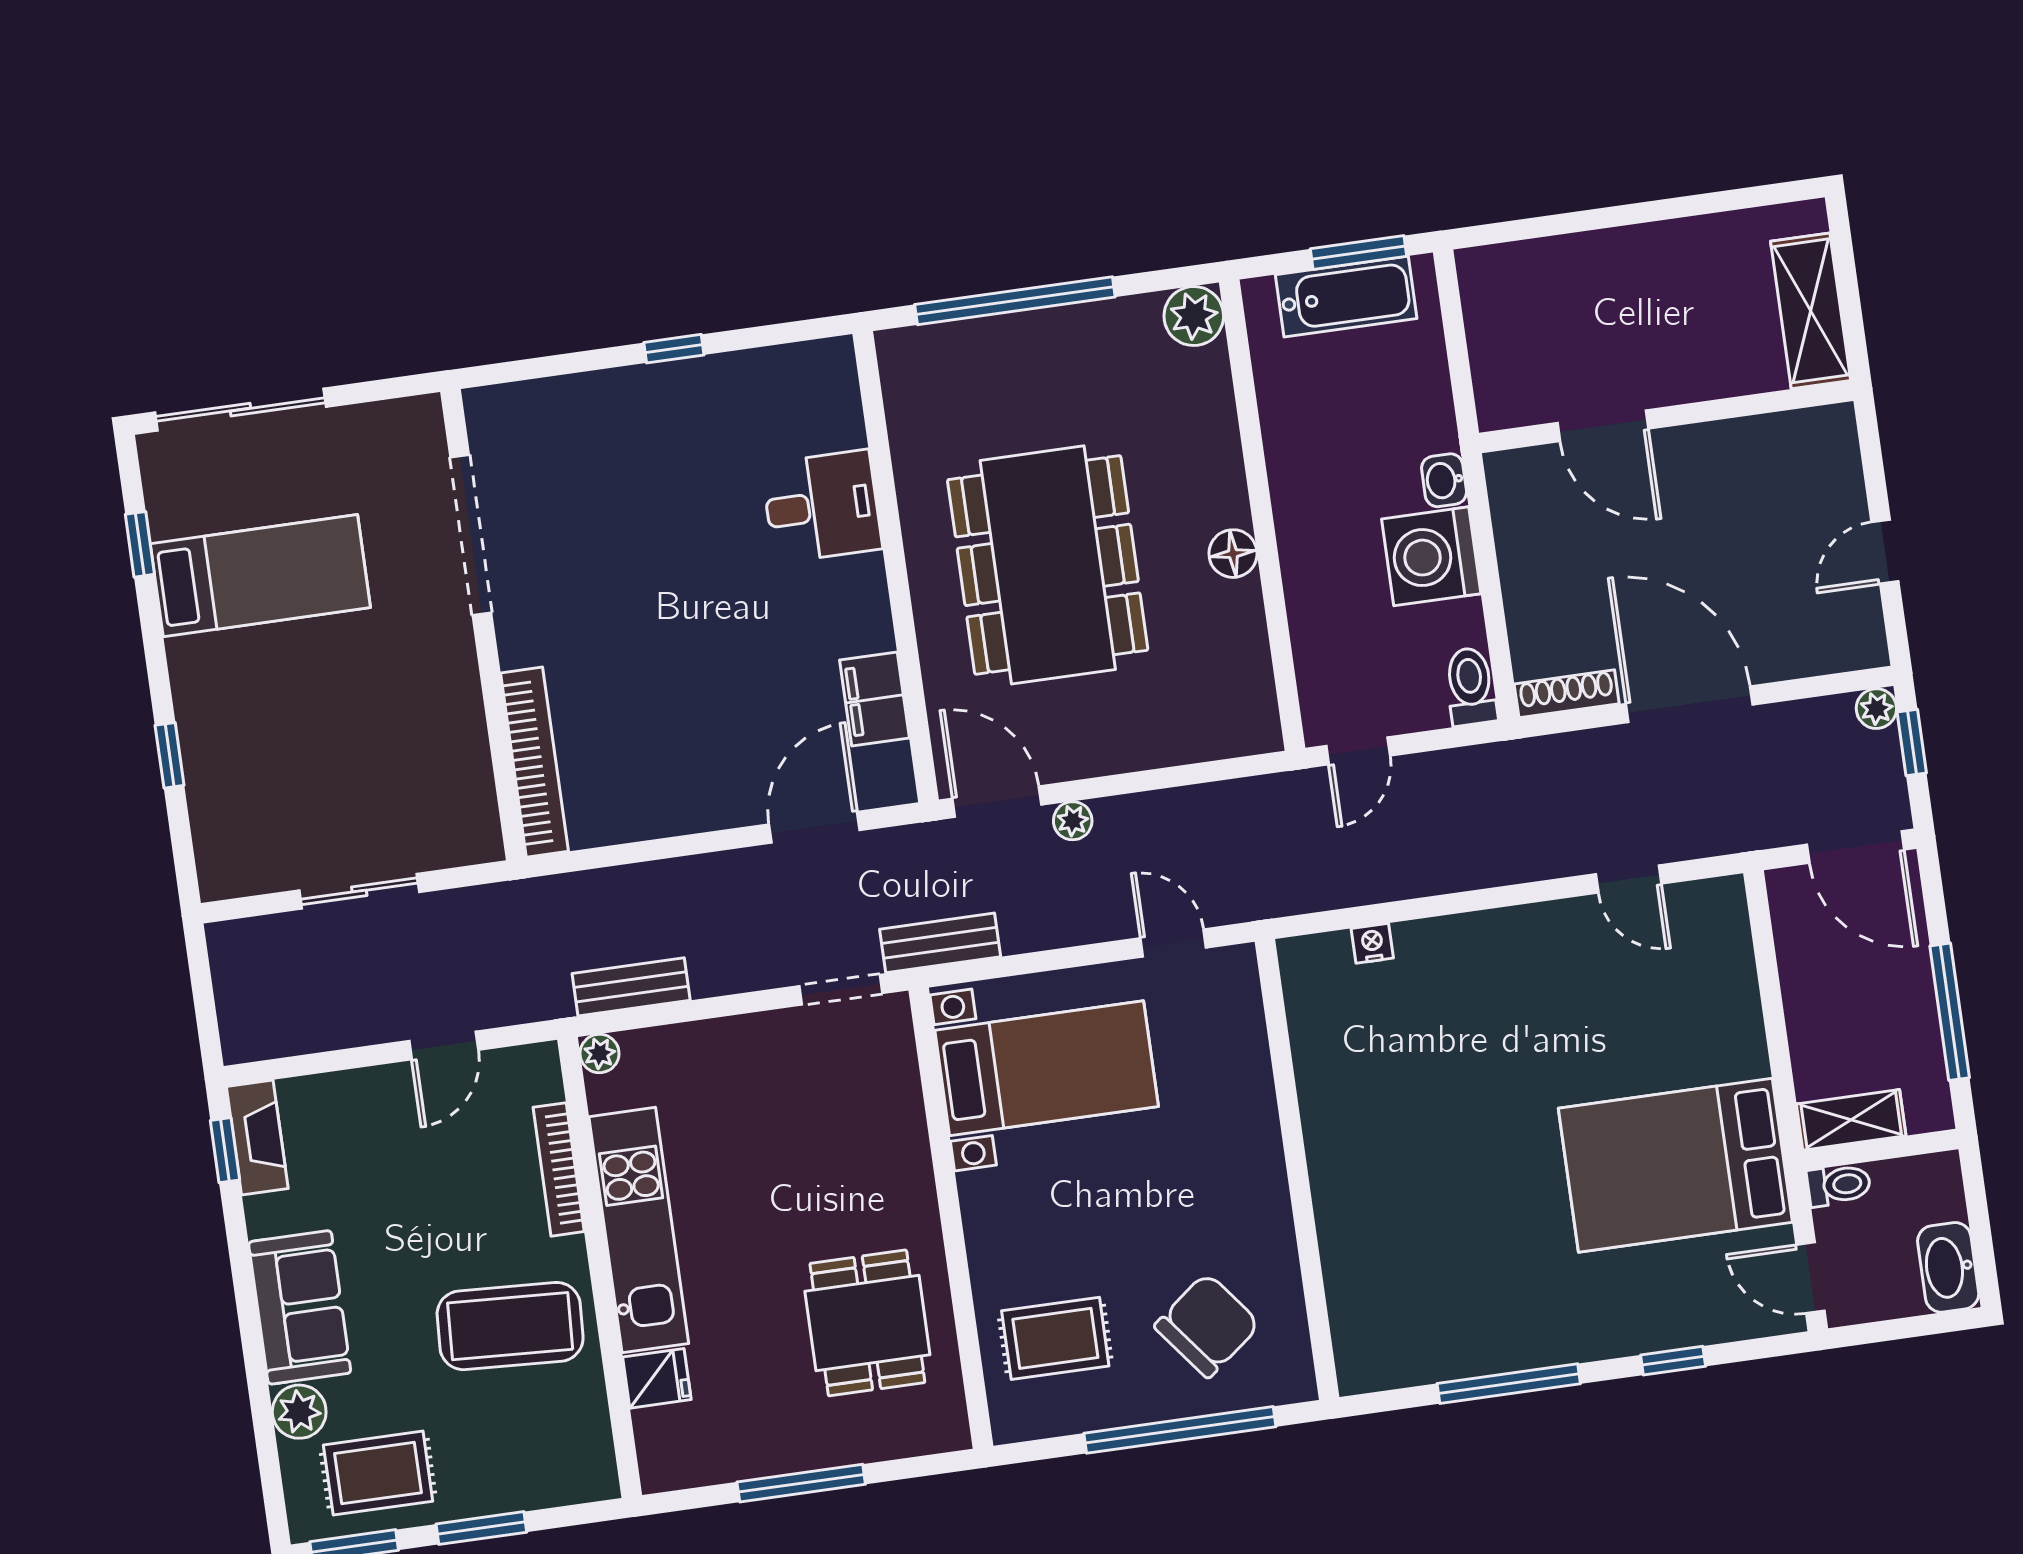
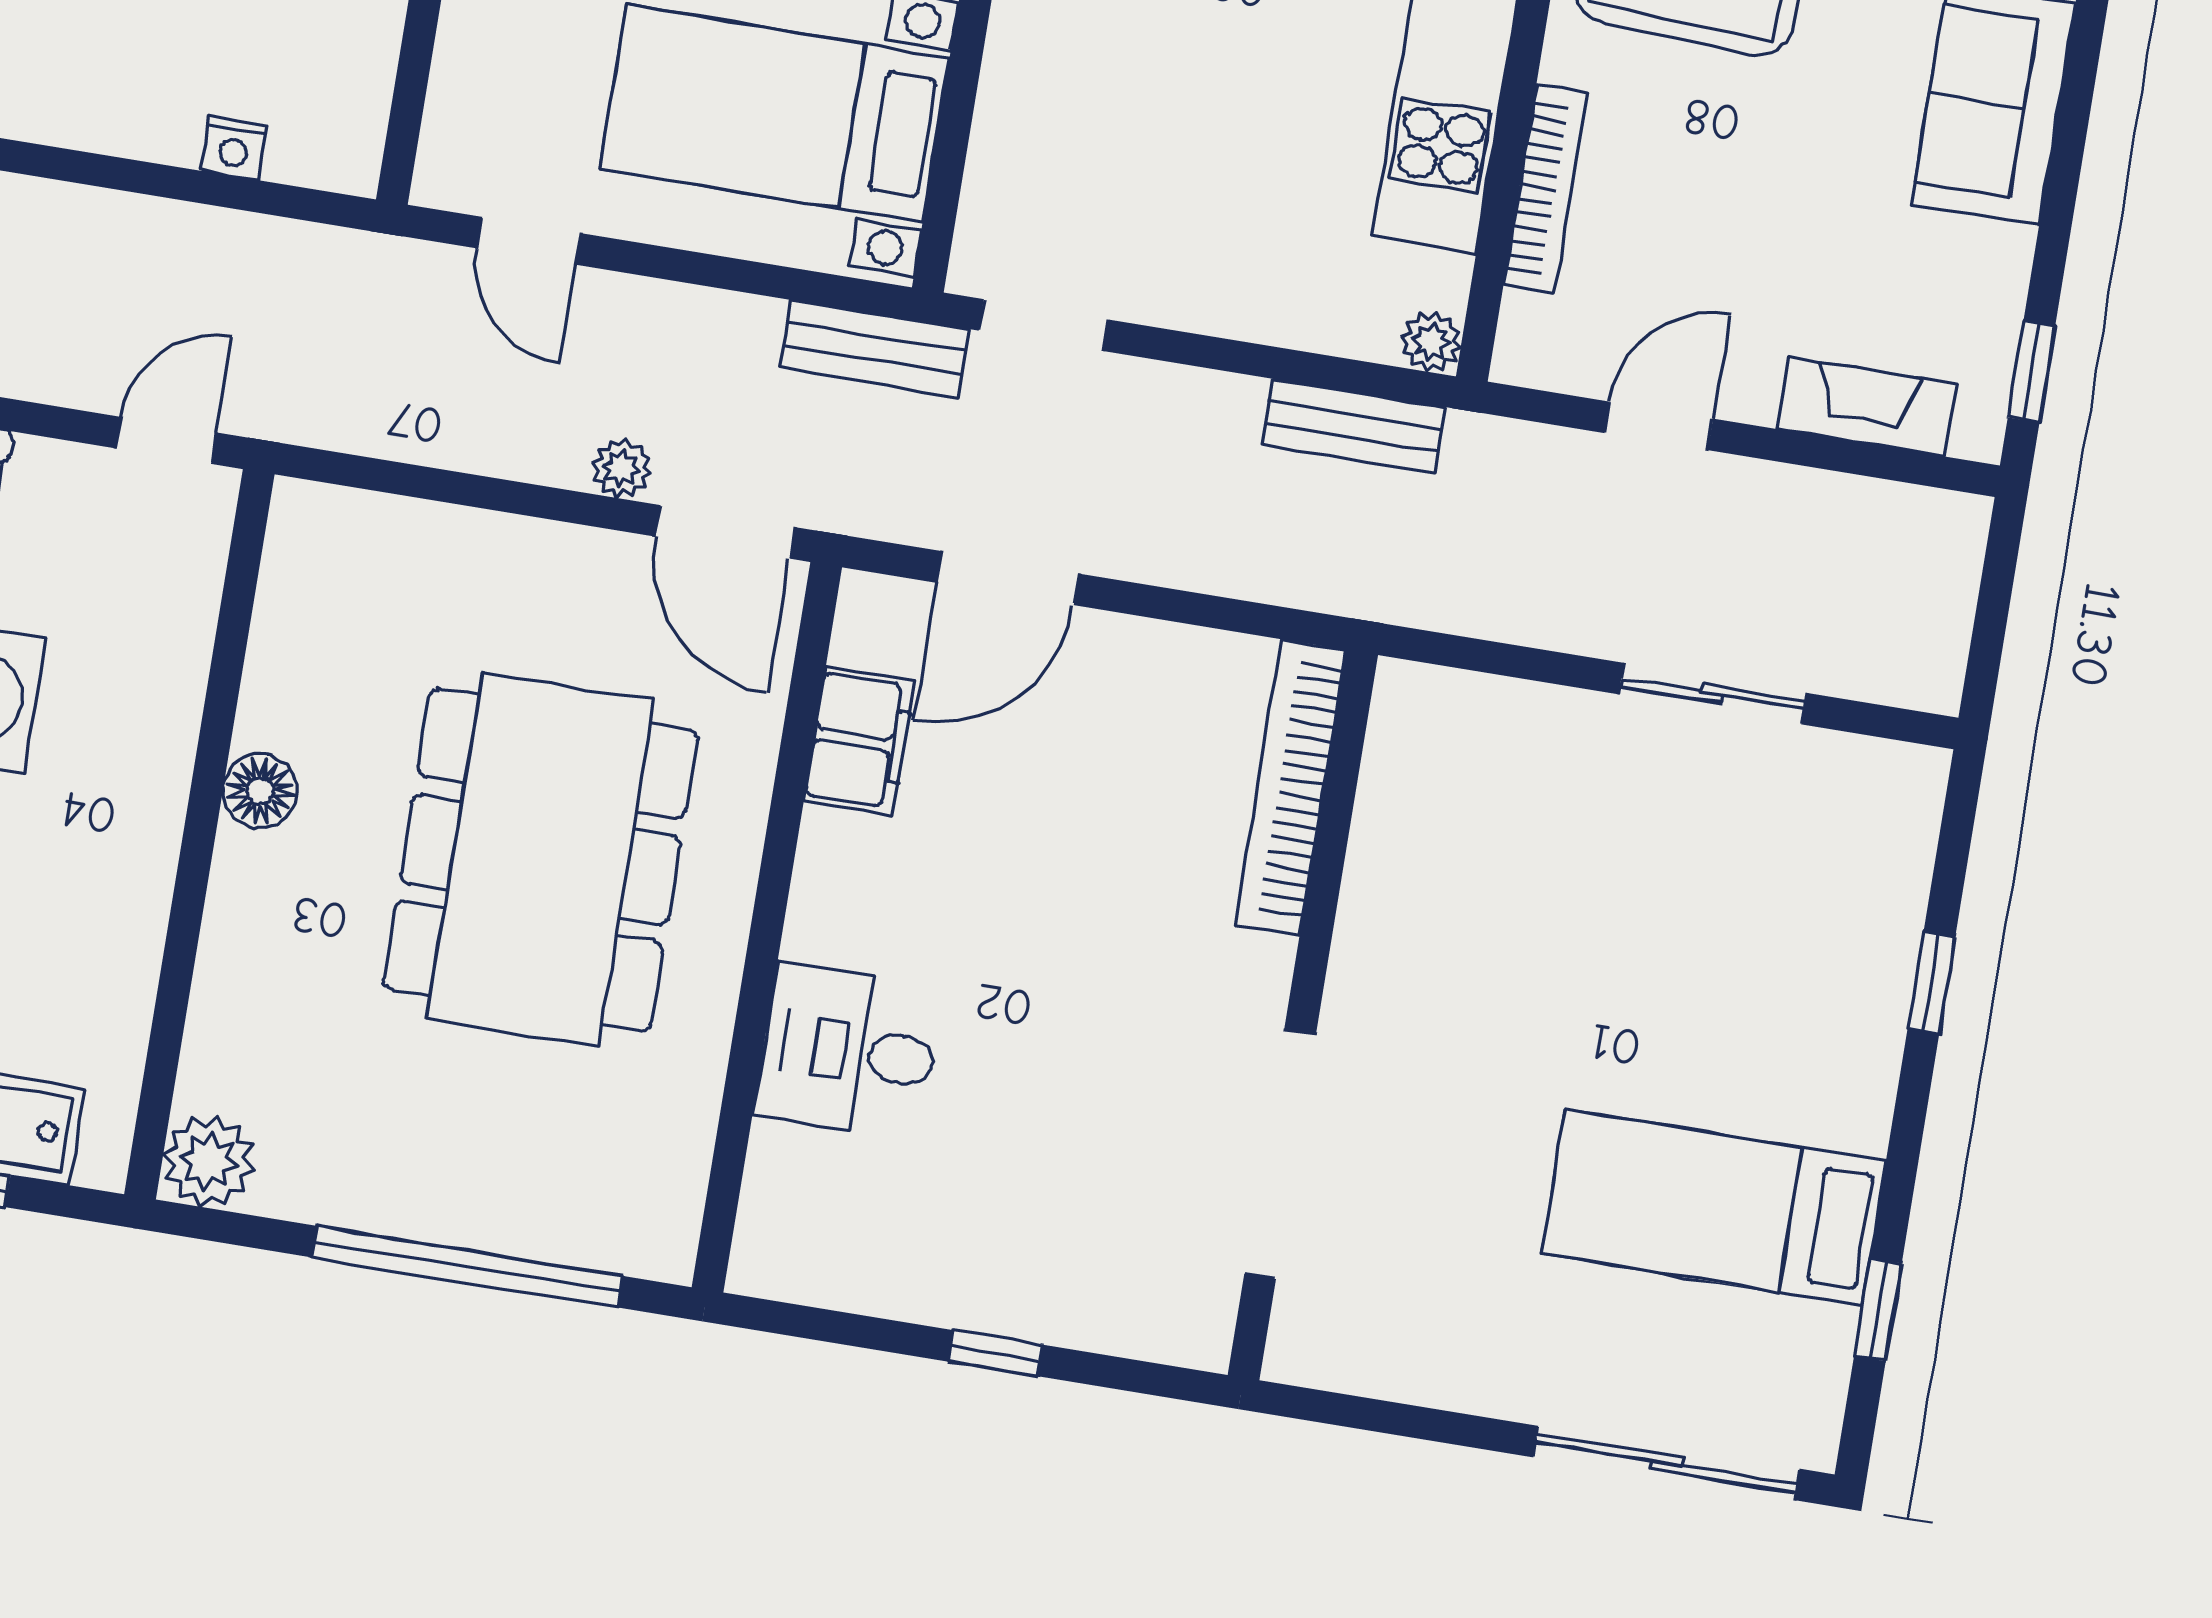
doorway: (471, 535) -> (1280, 1154), moved
wall: (483, 625) -> (1303, 1015), moved
bookcase: (534, 762) -> (1291, 787), moved
fireplace: (257, 1138) -> (1866, 407), moved, turned 90

